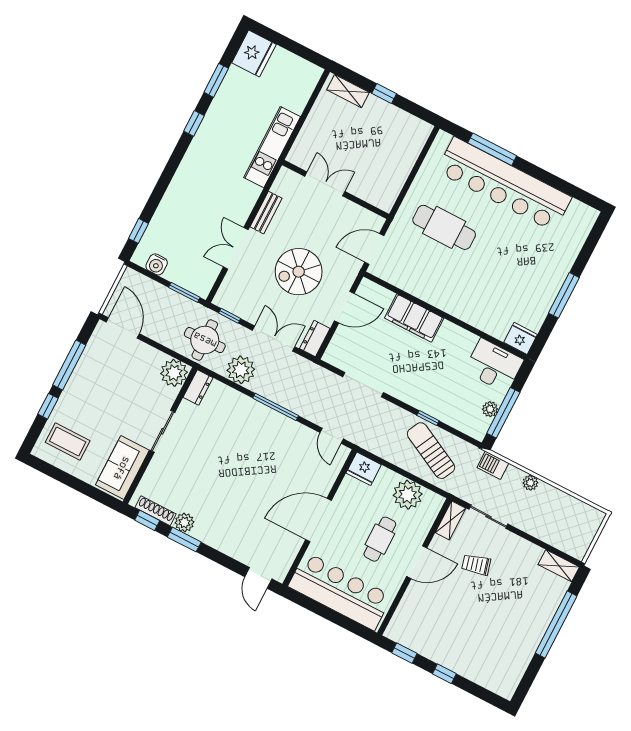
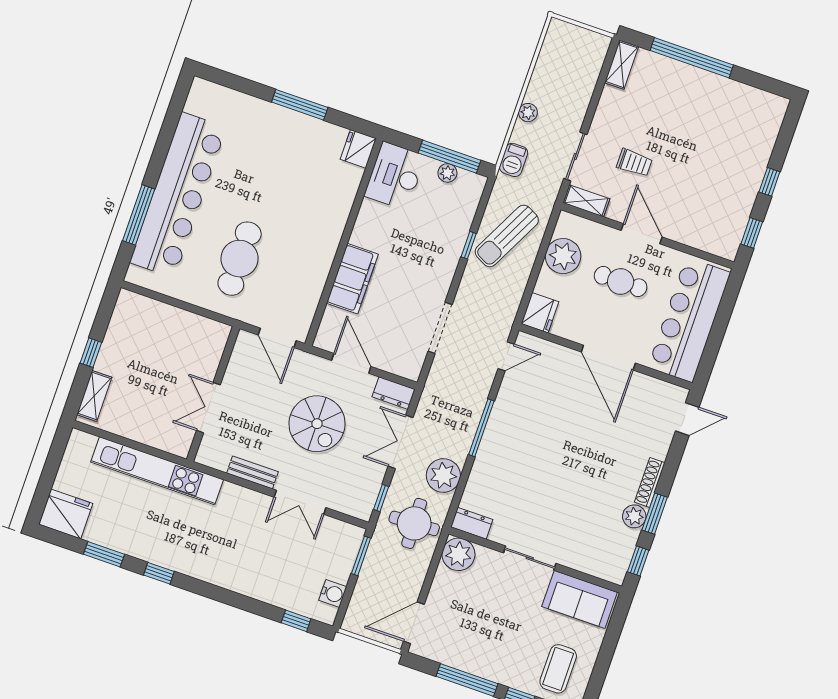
kitchen unit: (272, 147) -> (157, 471), width x1.36
shoe rack: (156, 511) -> (650, 482), moved
trolley: (476, 565) -> (634, 163), turned -75

